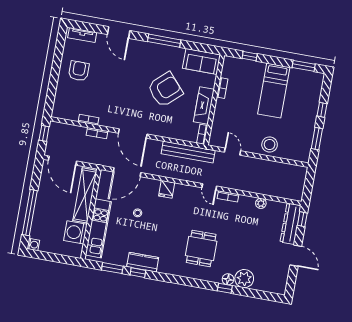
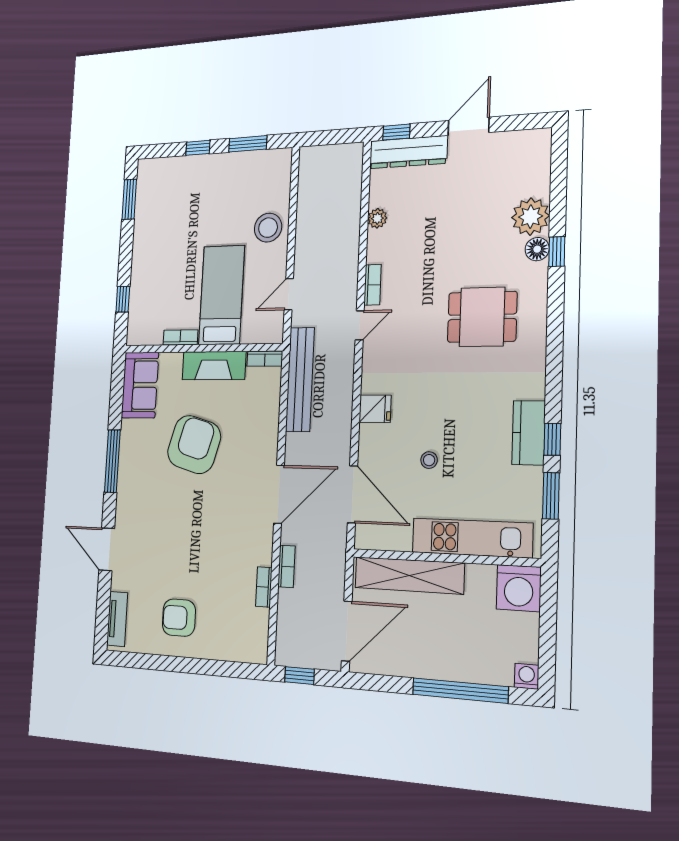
door: (119, 33) -> (107, 549), swing flipped
armchair: (165, 90) -> (194, 445), turned 58
bed: (274, 91) -> (222, 295), moved, turned -90
washing machine: (75, 232) -> (519, 588), moved

